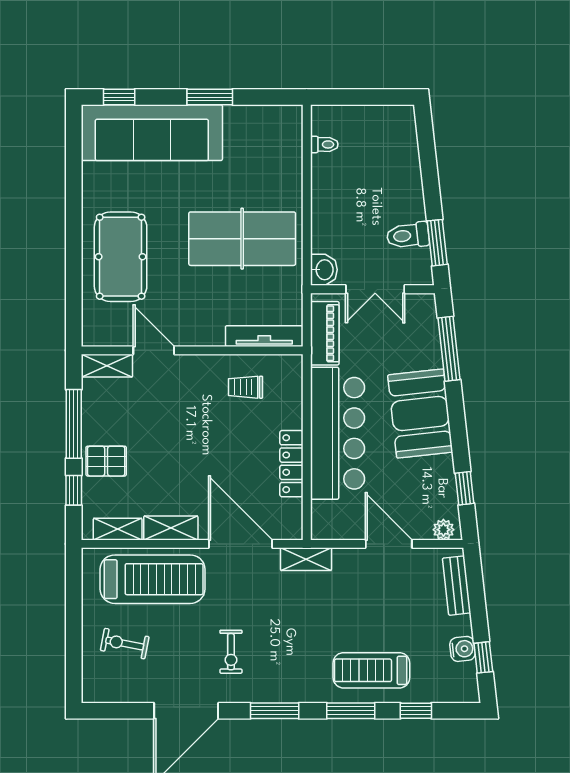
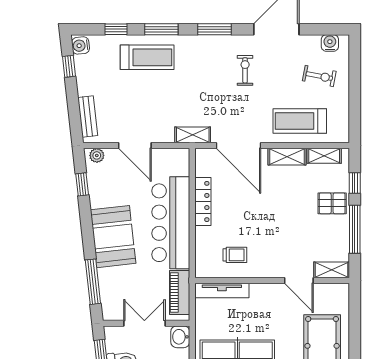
treadmill: (153, 579) -> (300, 121), width x0.73, depth x0.73
water cooler: (463, 649) -> (81, 45), moved
water cooler: (109, 691) -> (330, 43), added

